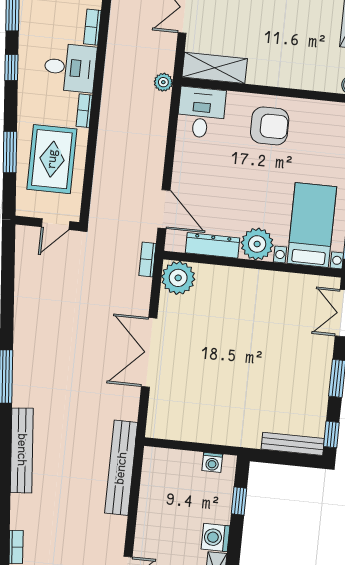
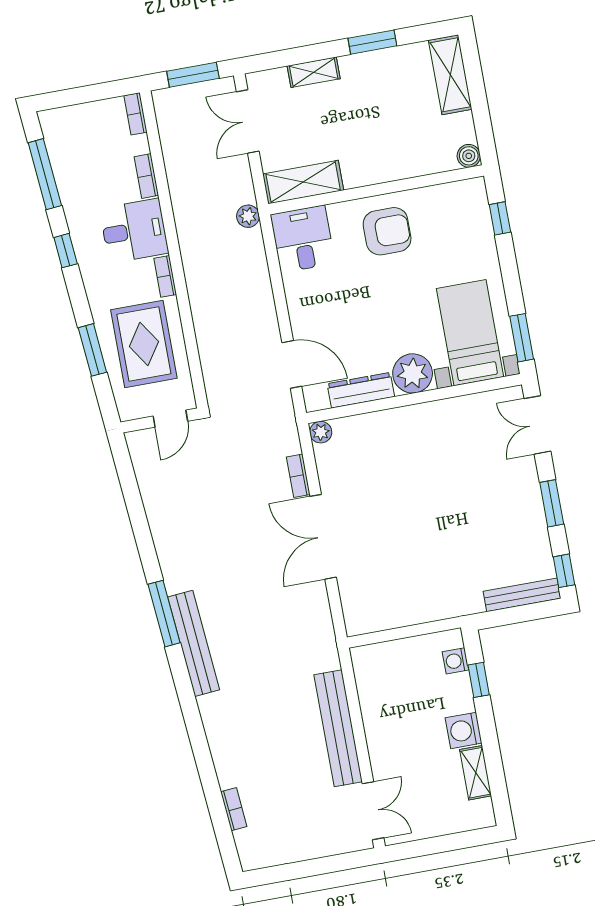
bookcase: (148, 260) -> (298, 476), moved
plant: (178, 278) -> (321, 432), width x0.53, depth x0.53
bench: (22, 450) -> (194, 643), moved
washing machine: (212, 462) -> (455, 661), moved, turned 90
bench: (121, 468) -> (338, 728), moved

